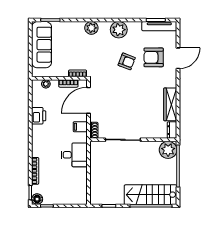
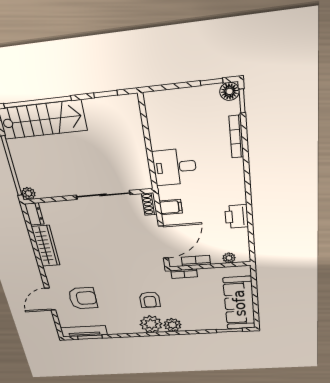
plant: (119, 30) -> (151, 324), moved
armchair: (127, 61) -> (150, 300), moved, turned -111
plant: (168, 150) -> (28, 193), width x0.53, depth x0.53

